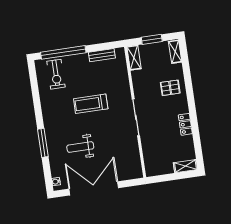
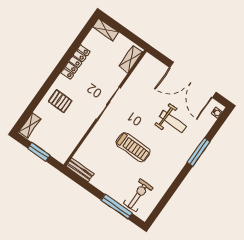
window: (63, 52) -> (117, 207), width x0.68
bench: (102, 55) -> (80, 170), moved
shelving: (134, 58) -> (131, 59), moved
locker: (185, 124) -> (75, 62), width x1.53

